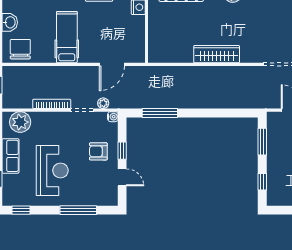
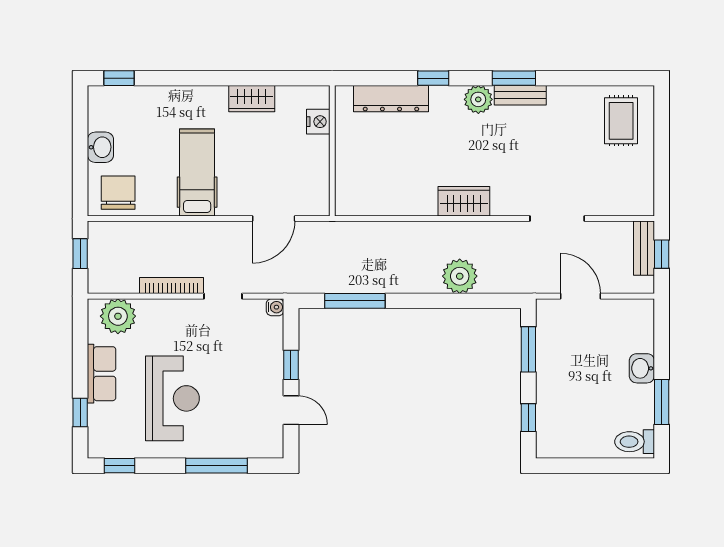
wardrobe: (217, 54) -> (464, 201), width x0.67
plant: (103, 103) -> (460, 276), moved, width x1.88, depth x1.88
armchair: (98, 151) -> (250, 366), removed

